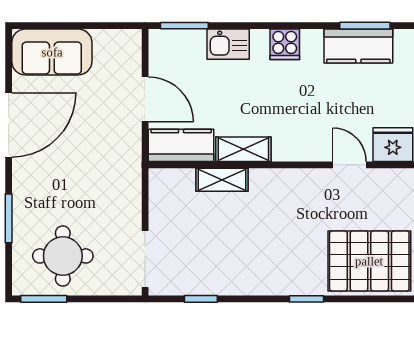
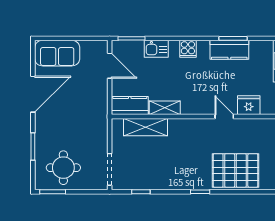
door: (145, 99) -> (110, 66), moved
shelving: (222, 180) -> (145, 127), width x1.50, depth x1.33

